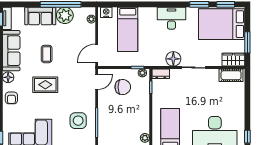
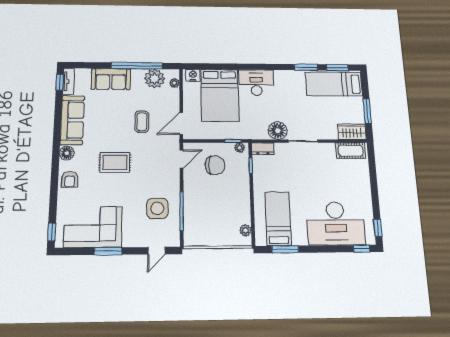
plant: (65, 15) -> (155, 79), moved
desk: (171, 18) -> (256, 83), moved
bed: (222, 24) -> (334, 84), width x0.67
bed: (128, 29) -> (220, 95), width x1.50
coffee table: (47, 54) -> (142, 122), moved

